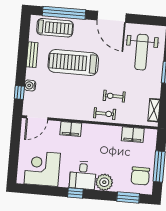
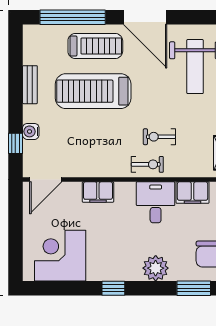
treadmill: (55, 28) -> (95, 46), moved
desk: (83, 175) -> (156, 202), moved, turned 180

